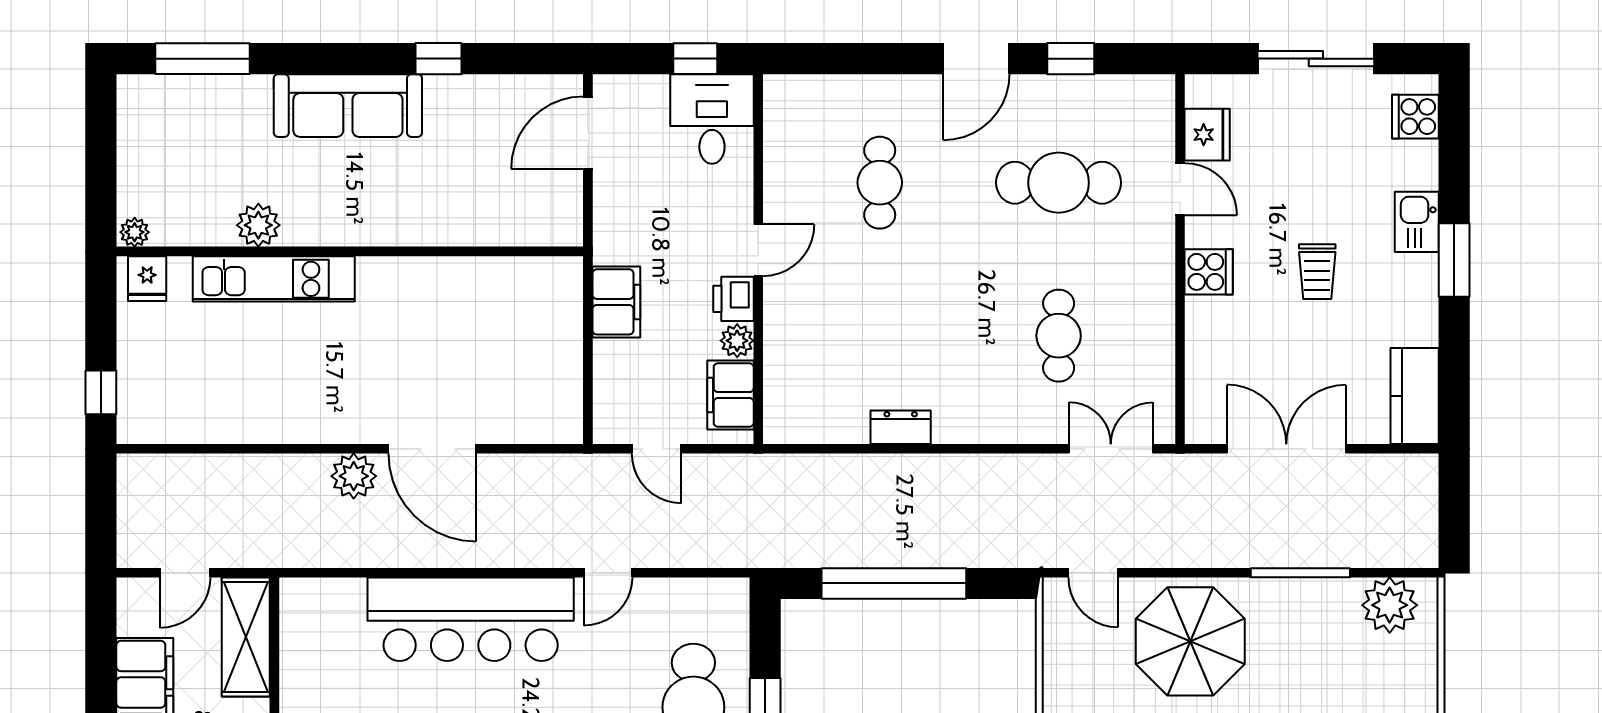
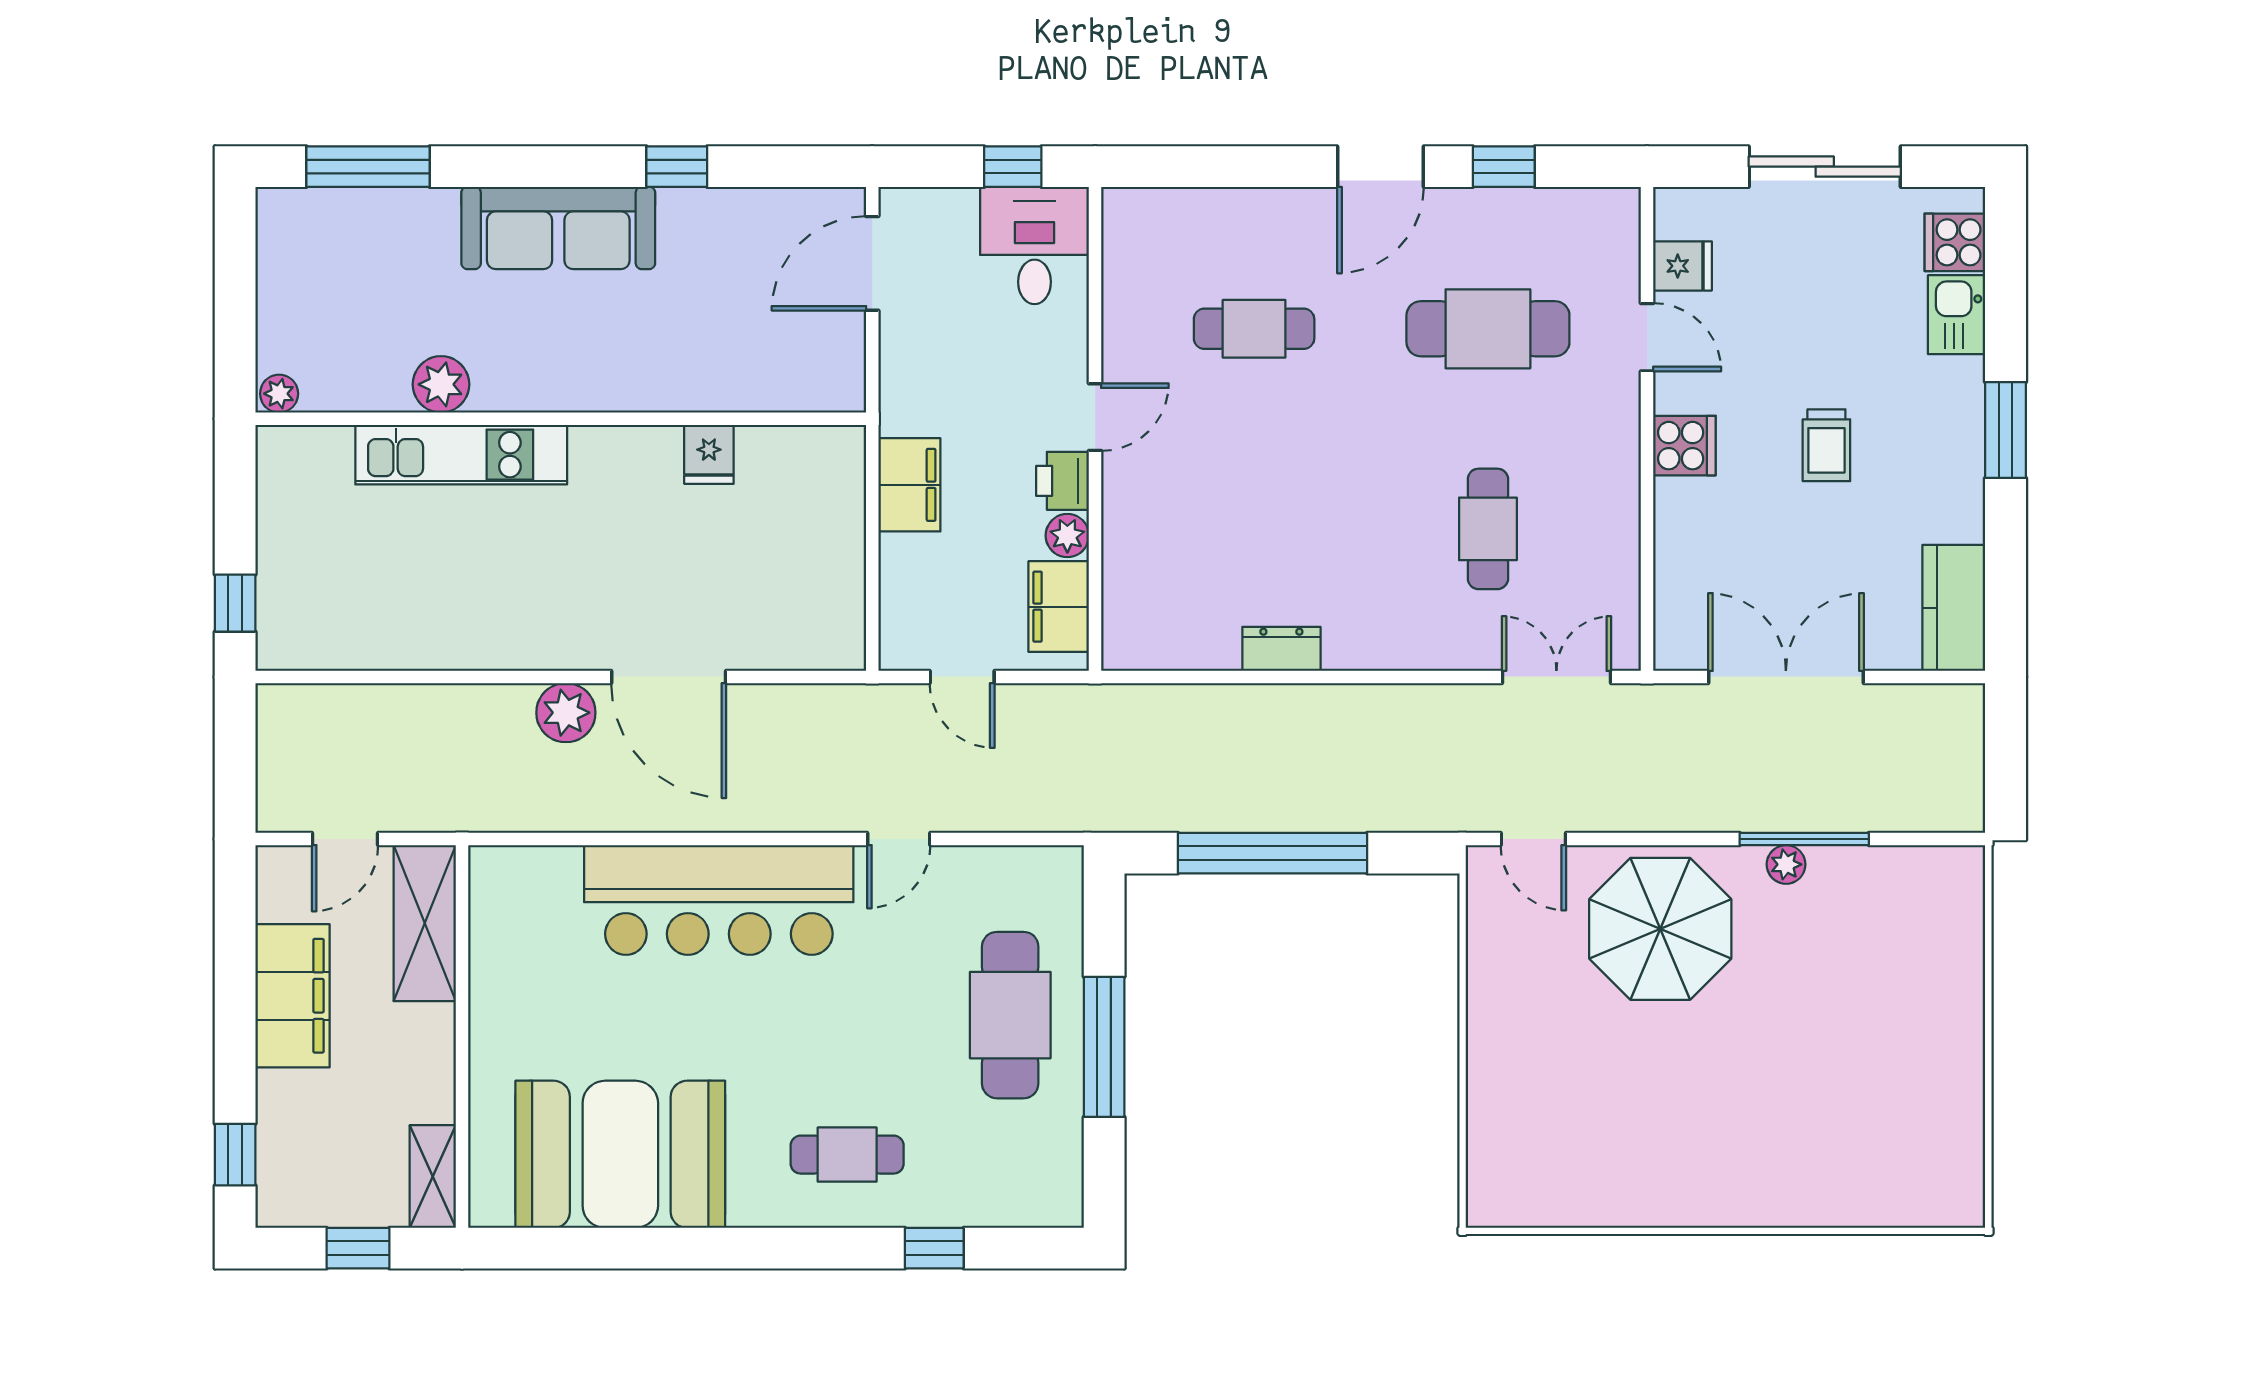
fridge: (1207, 135) -> (1682, 266), width x0.72
cafe table: (880, 183) -> (1254, 329), turned 90
kitchen sink: (1417, 222) -> (1957, 315), moved
fridge: (147, 279) -> (709, 454), moved
plant: (1390, 605) -> (1786, 864), moved, width x0.53, depth x0.53

